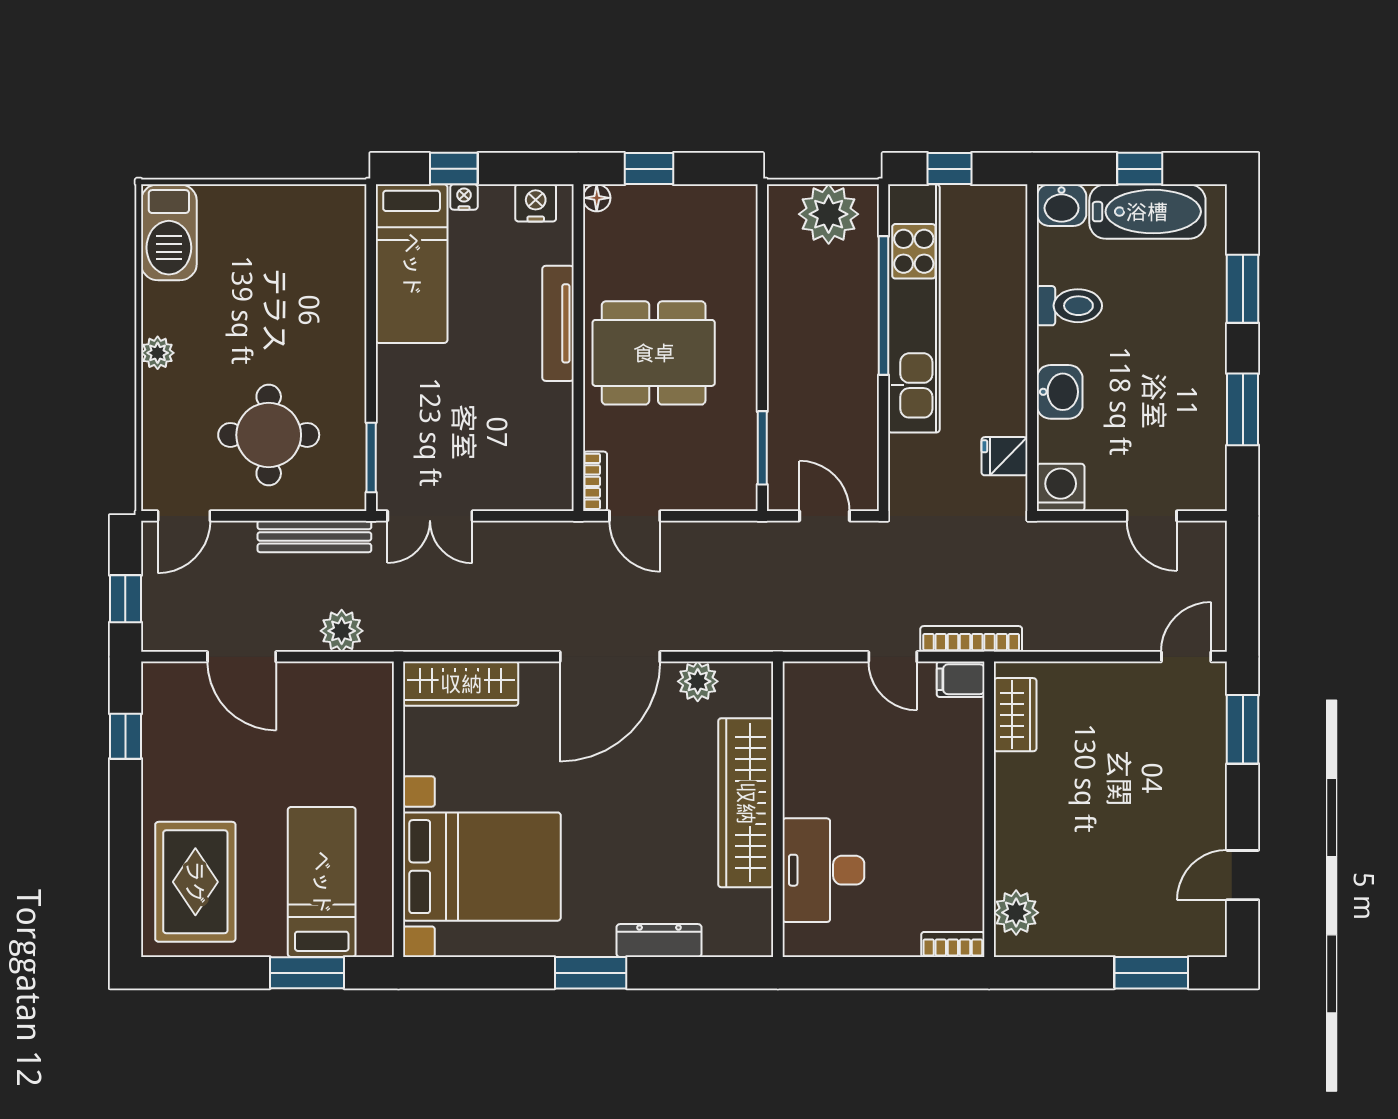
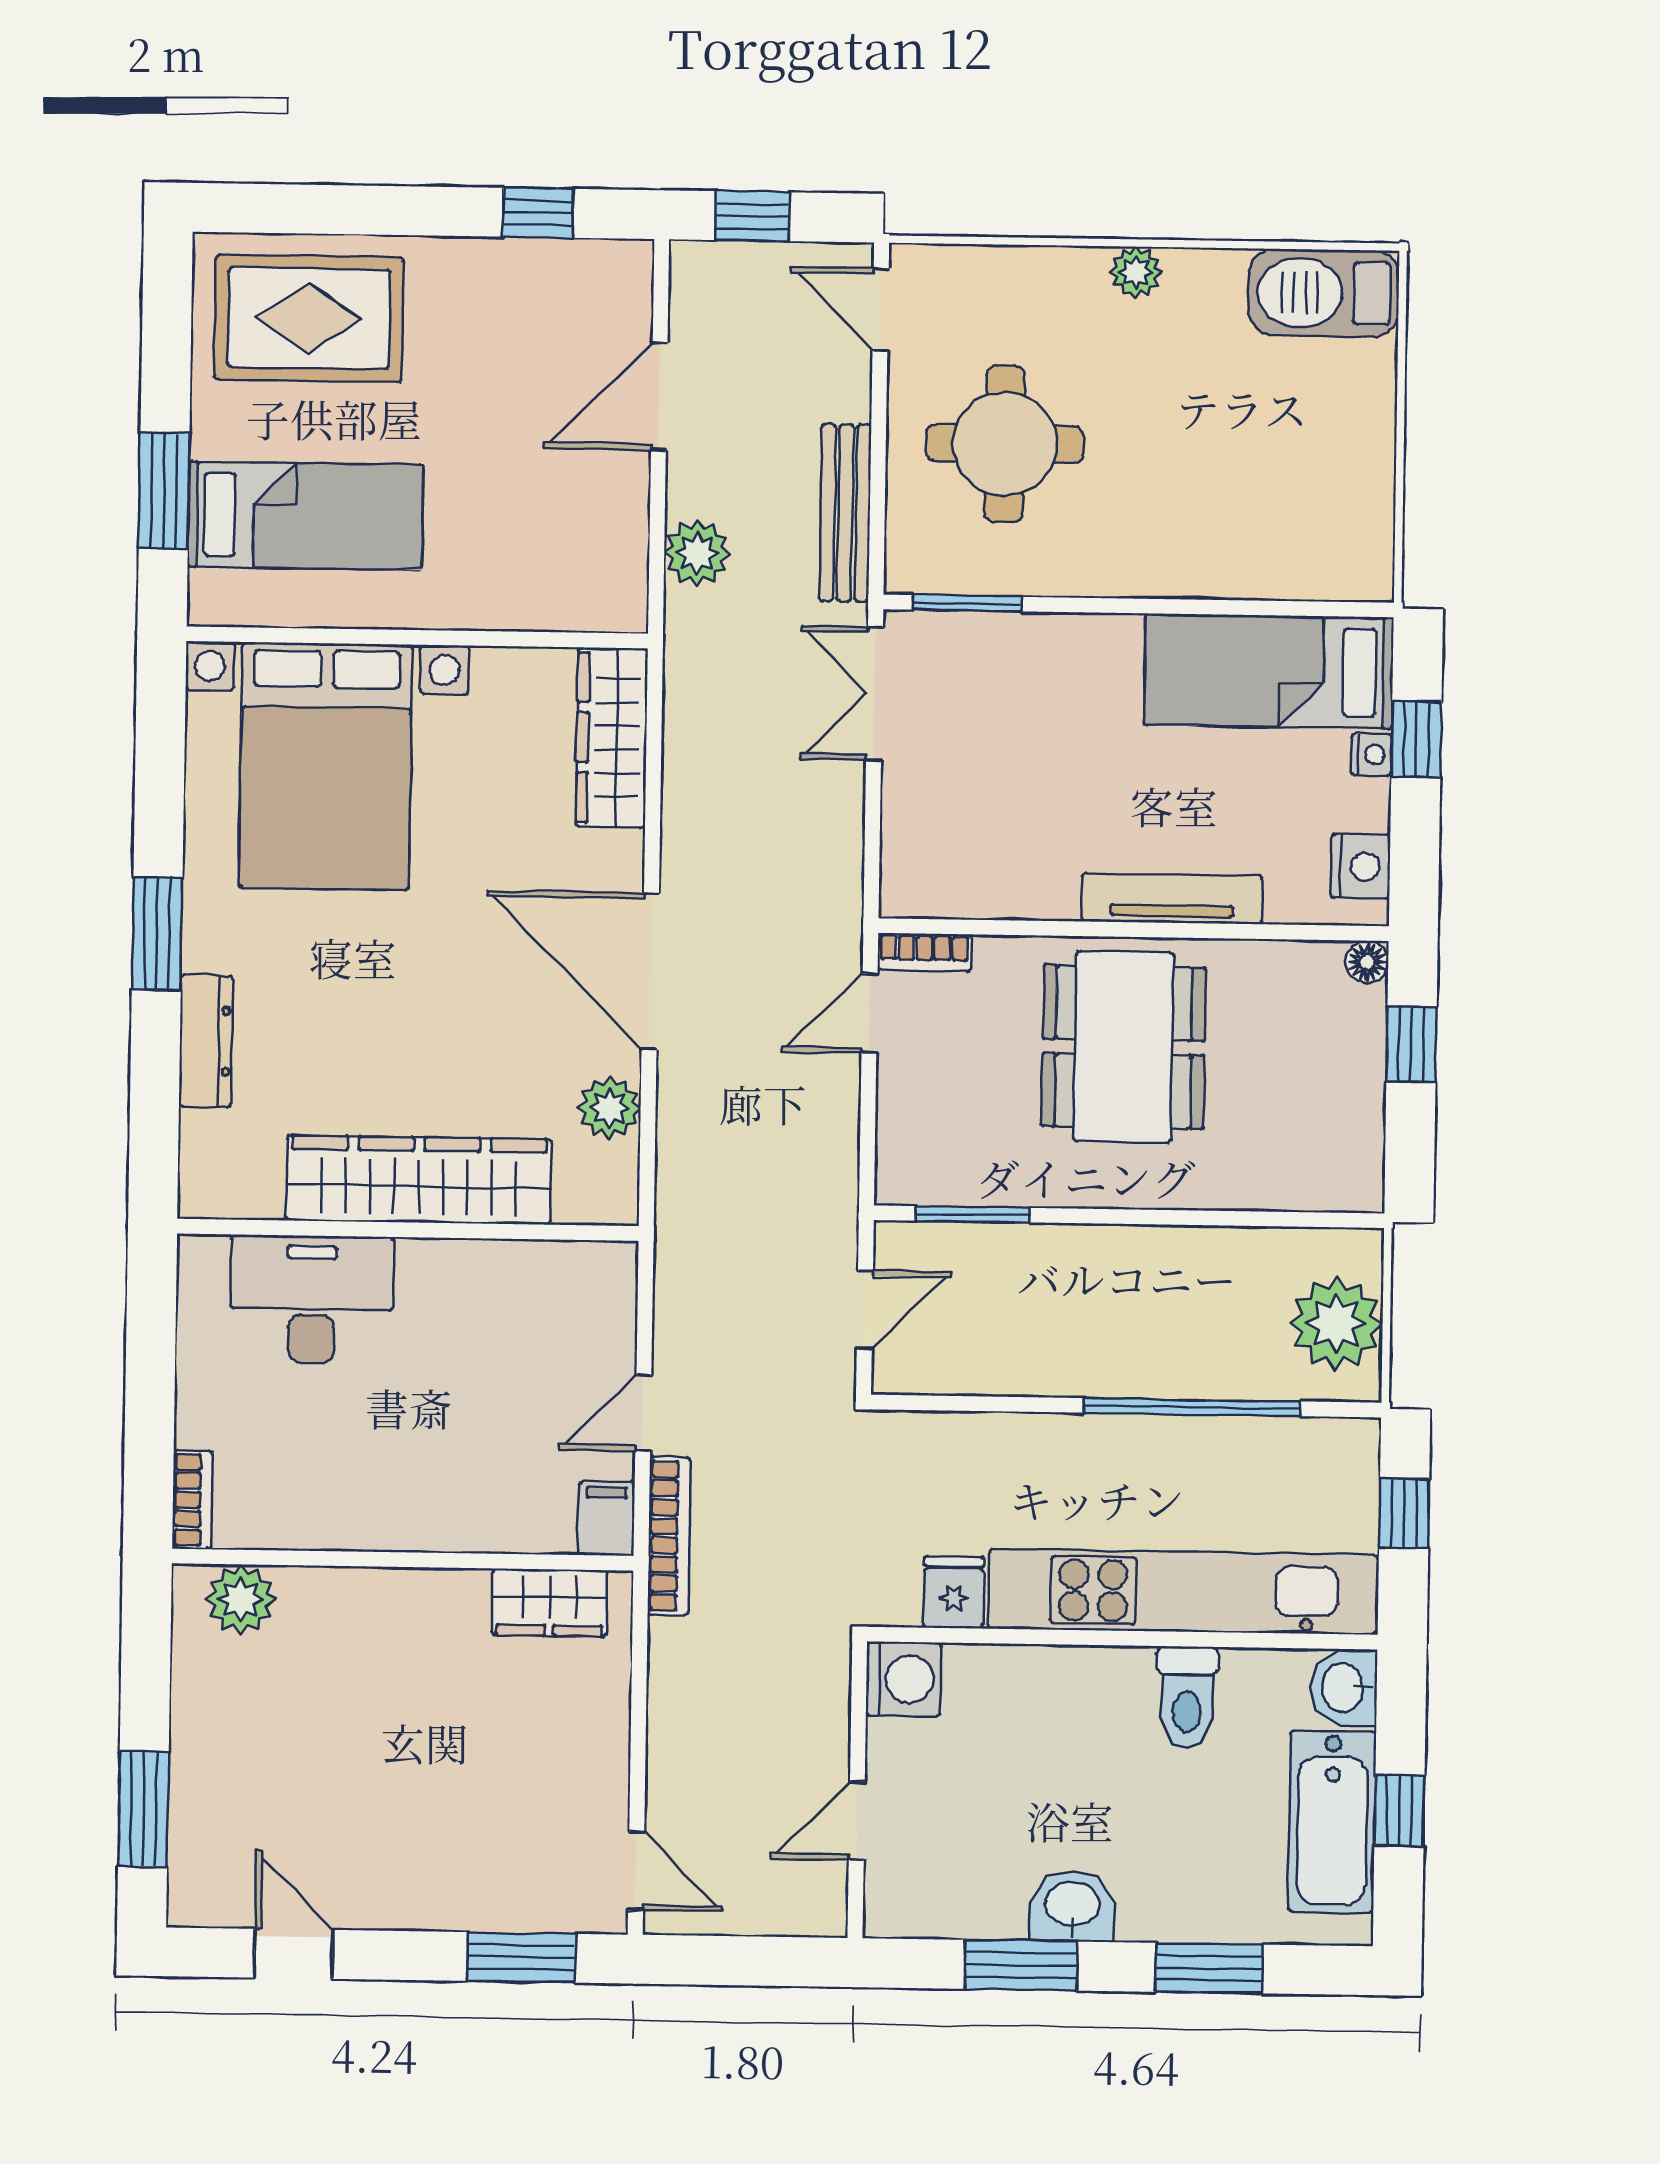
kitchen unit: (914, 308) -> (1183, 1592), moved, turned 180
washbasin: (1060, 392) -> (1072, 1906), moved, turned 180

